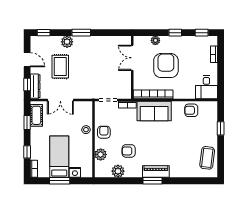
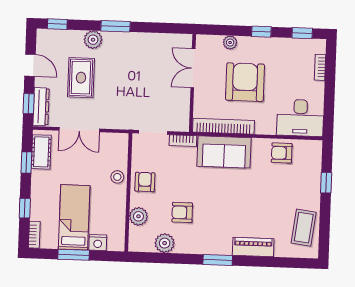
desk: (206, 87) -> (300, 118), width x1.37
piano: (156, 172) -> (253, 247), moved

